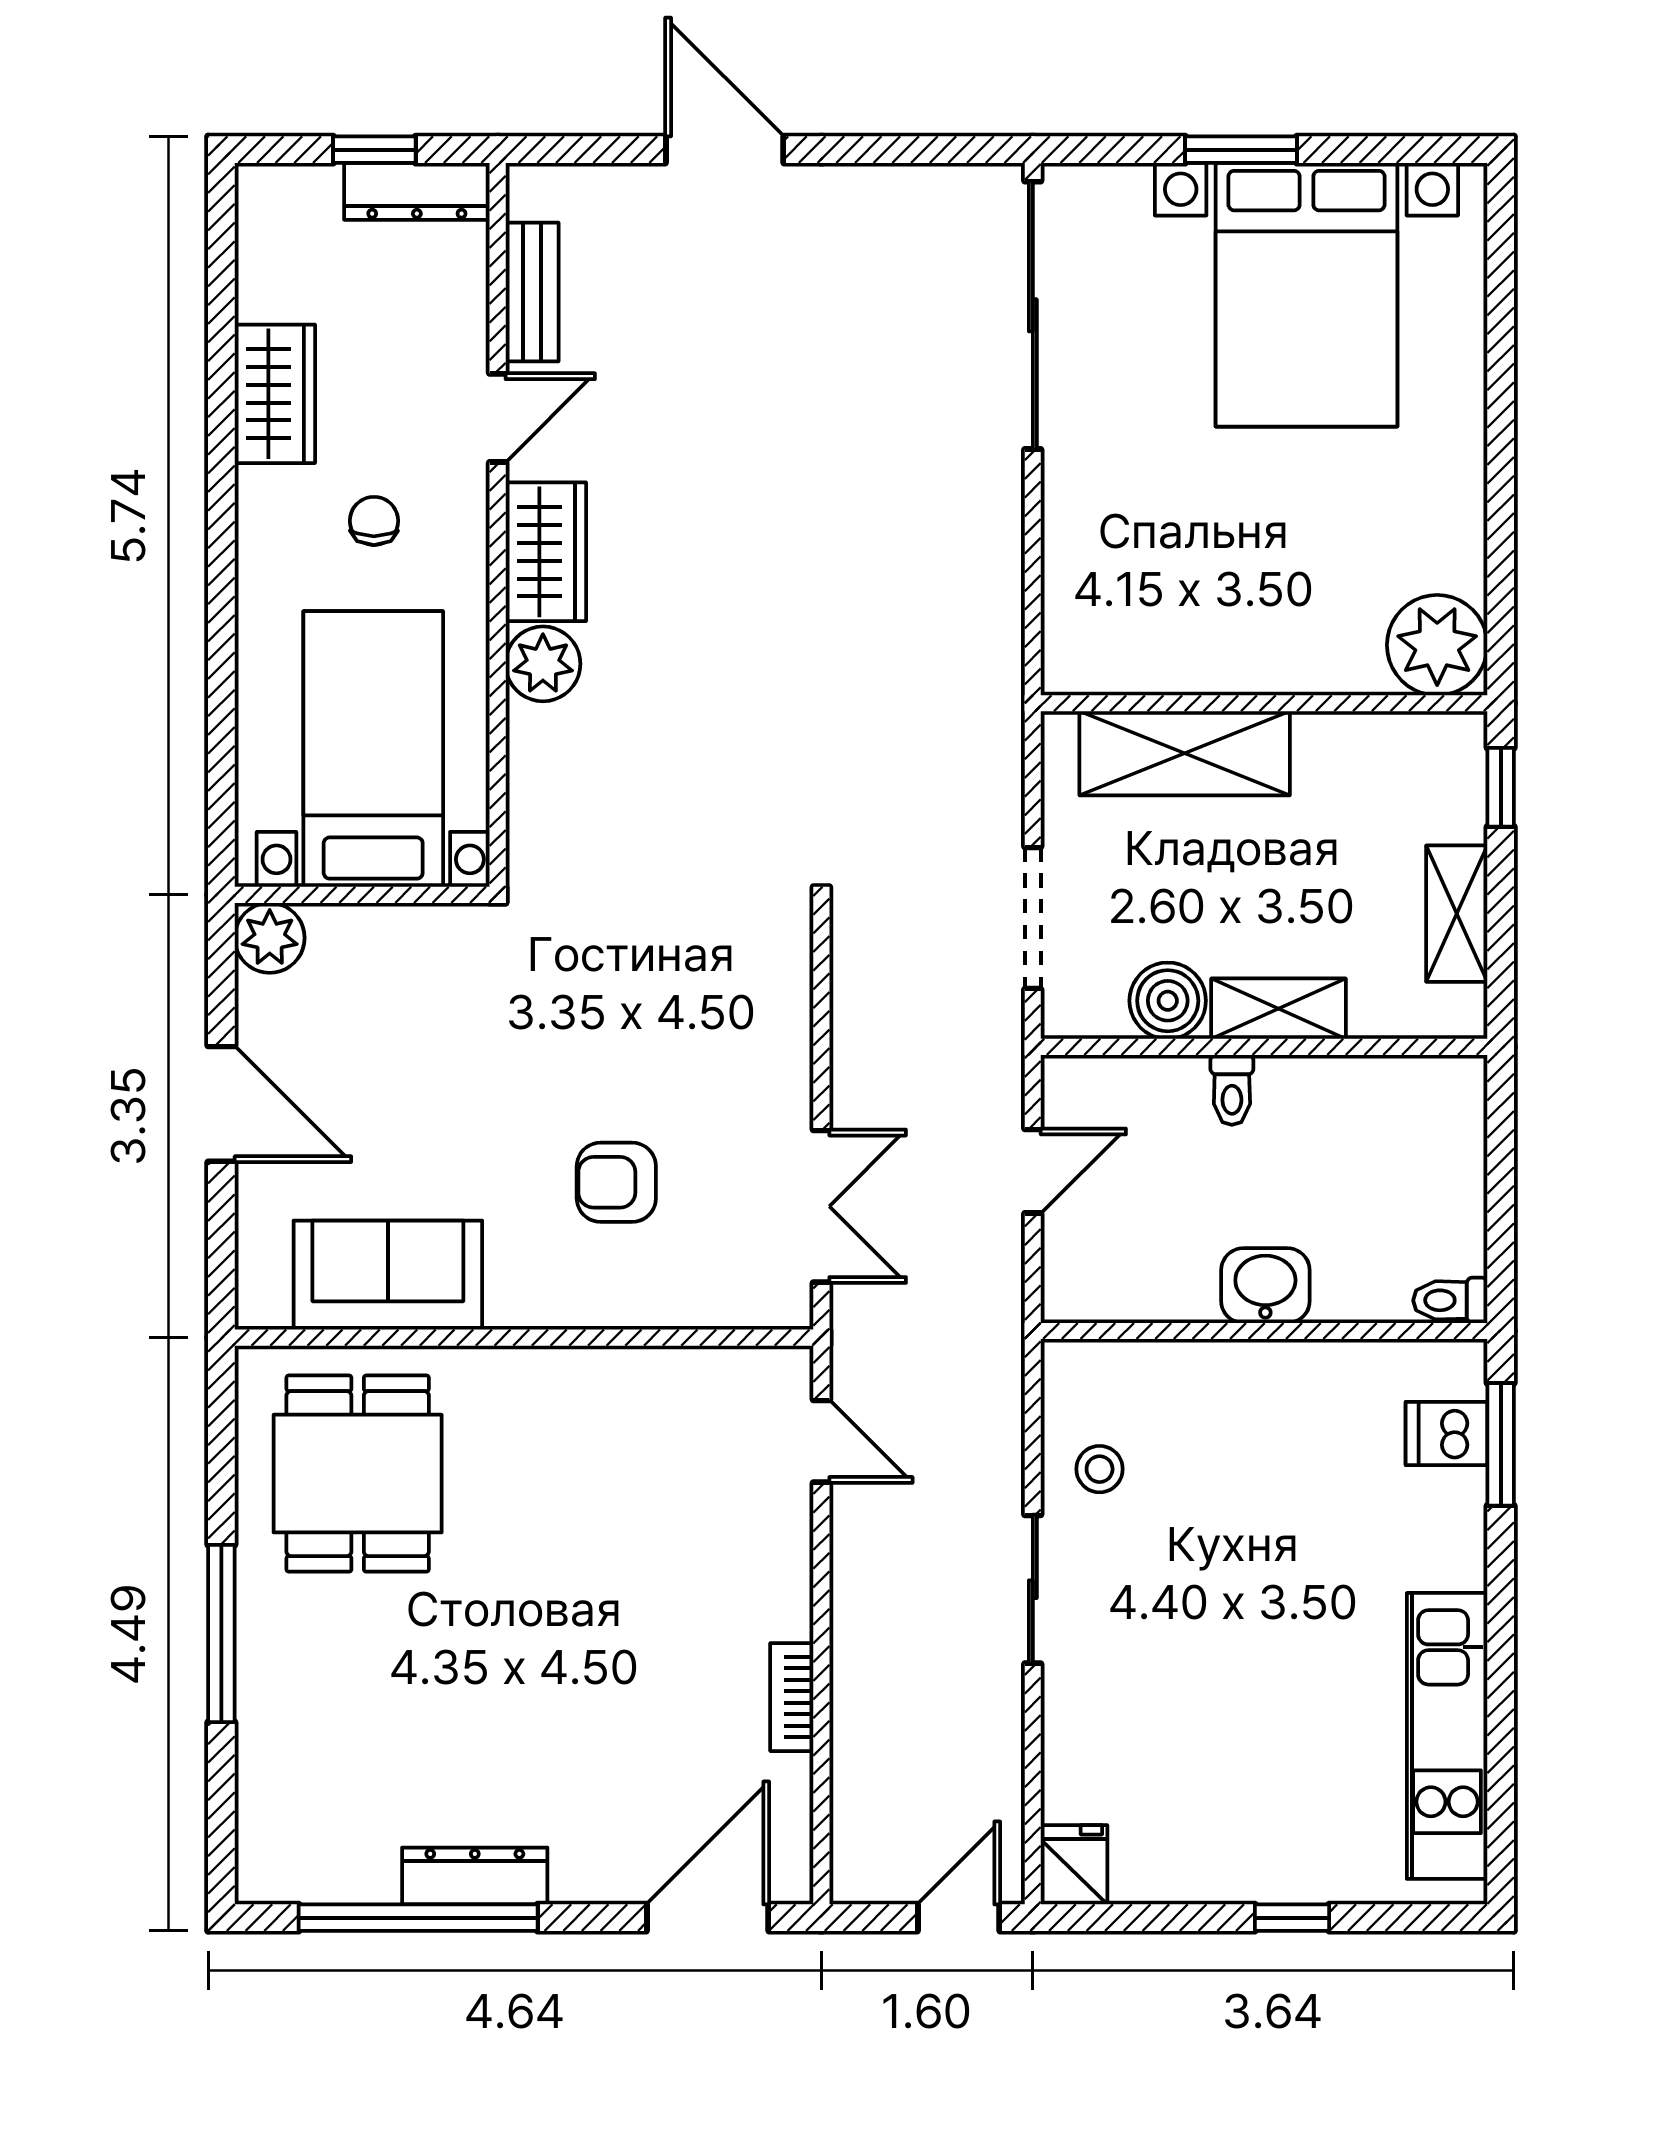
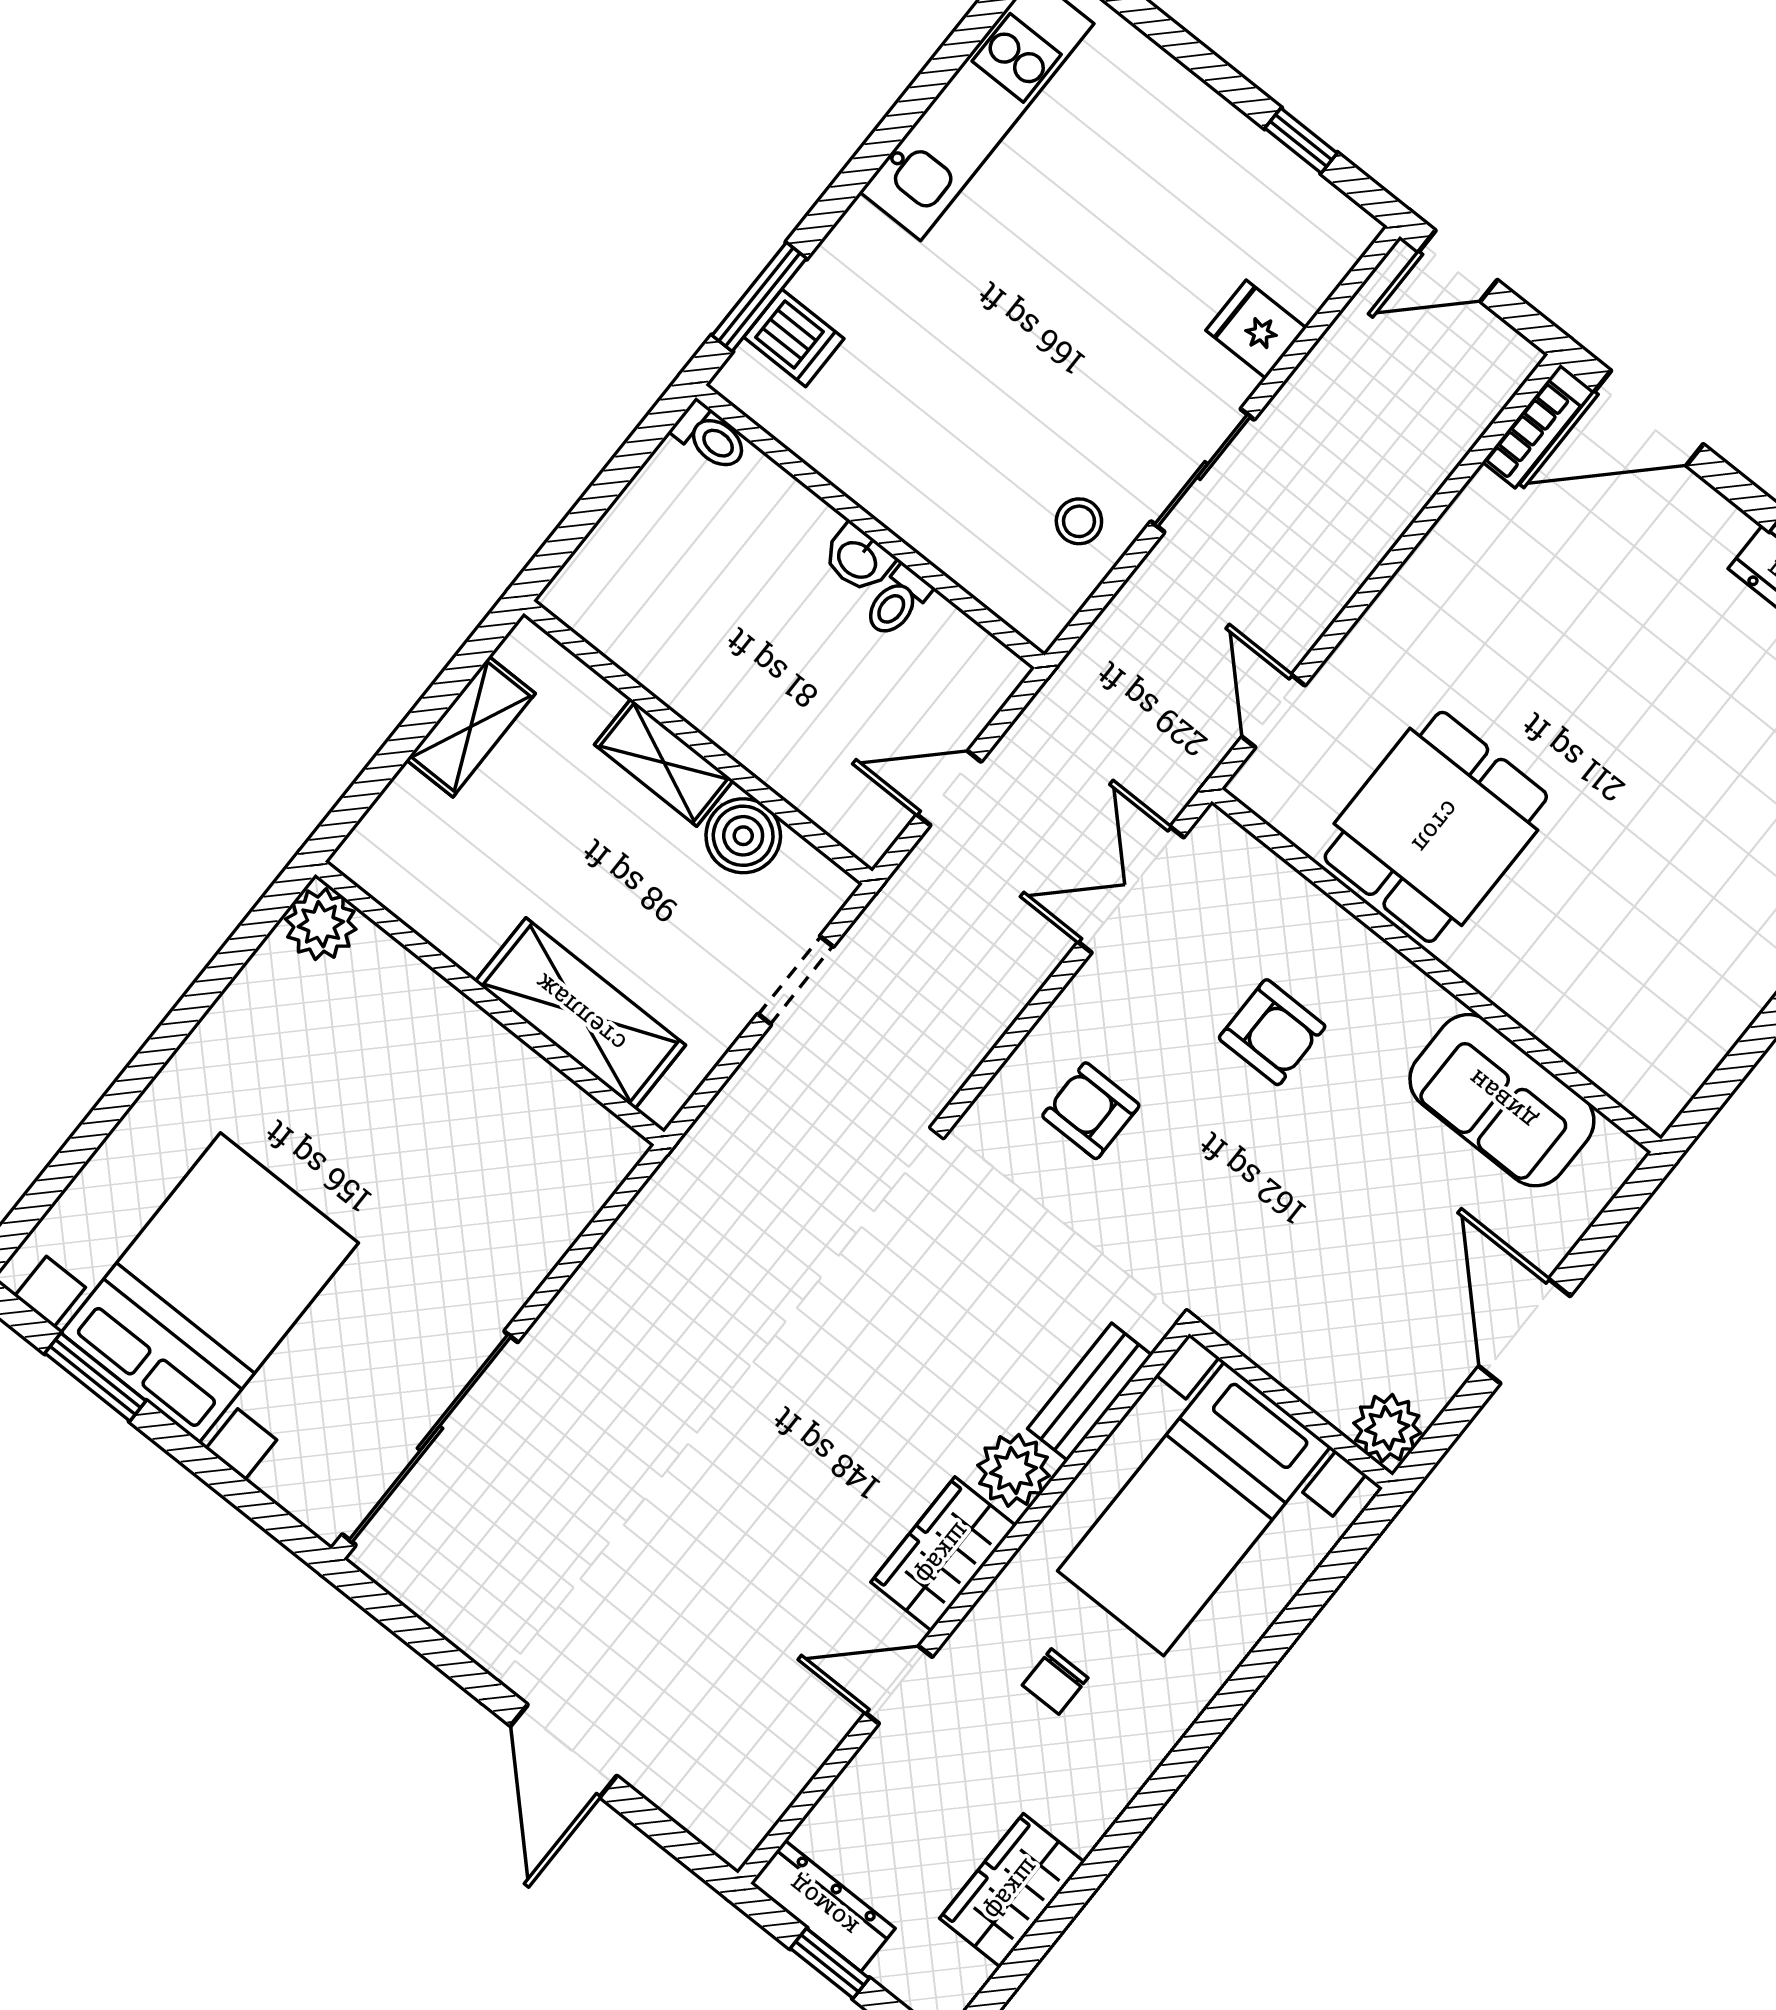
window: (1241, 150) -> (95, 1377), moved
bench: (532, 292) -> (1090, 1392), moved
wardrobe: (275, 394) -> (1012, 1890), moved
plant: (1437, 645) -> (321, 924), width x0.73, depth x0.73
window: (1501, 787) -> (361, 796), removed
doorway: (1033, 918) -> (796, 980), width x0.73
armchair: (712, 1003) -> (1091, 1111), added
toilet: (1232, 1090) -> (897, 601), moved, turned 180
washbasin: (1265, 1286) -> (858, 559), width x0.72, depth x0.69
dining table: (358, 1474) -> (1436, 827), moved
bookcase: (792, 1697) -> (1531, 434), moved
fridge: (1074, 1865) -> (1256, 329), moved, turned 90
window: (1292, 1918) -> (1301, 141), moved

